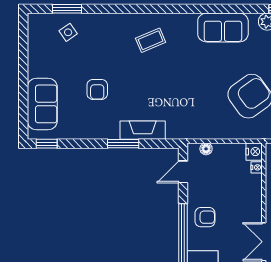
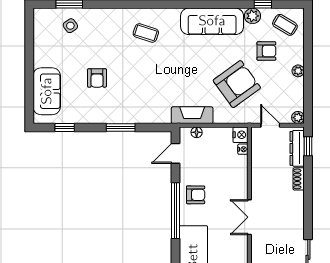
sofa: (223, 28) -> (212, 21), width x1.36
coffee table: (151, 40) -> (146, 33), turned 41
fireplace: (143, 130) -> (192, 115), moved
window: (47, 144) -> (65, 128), moved

